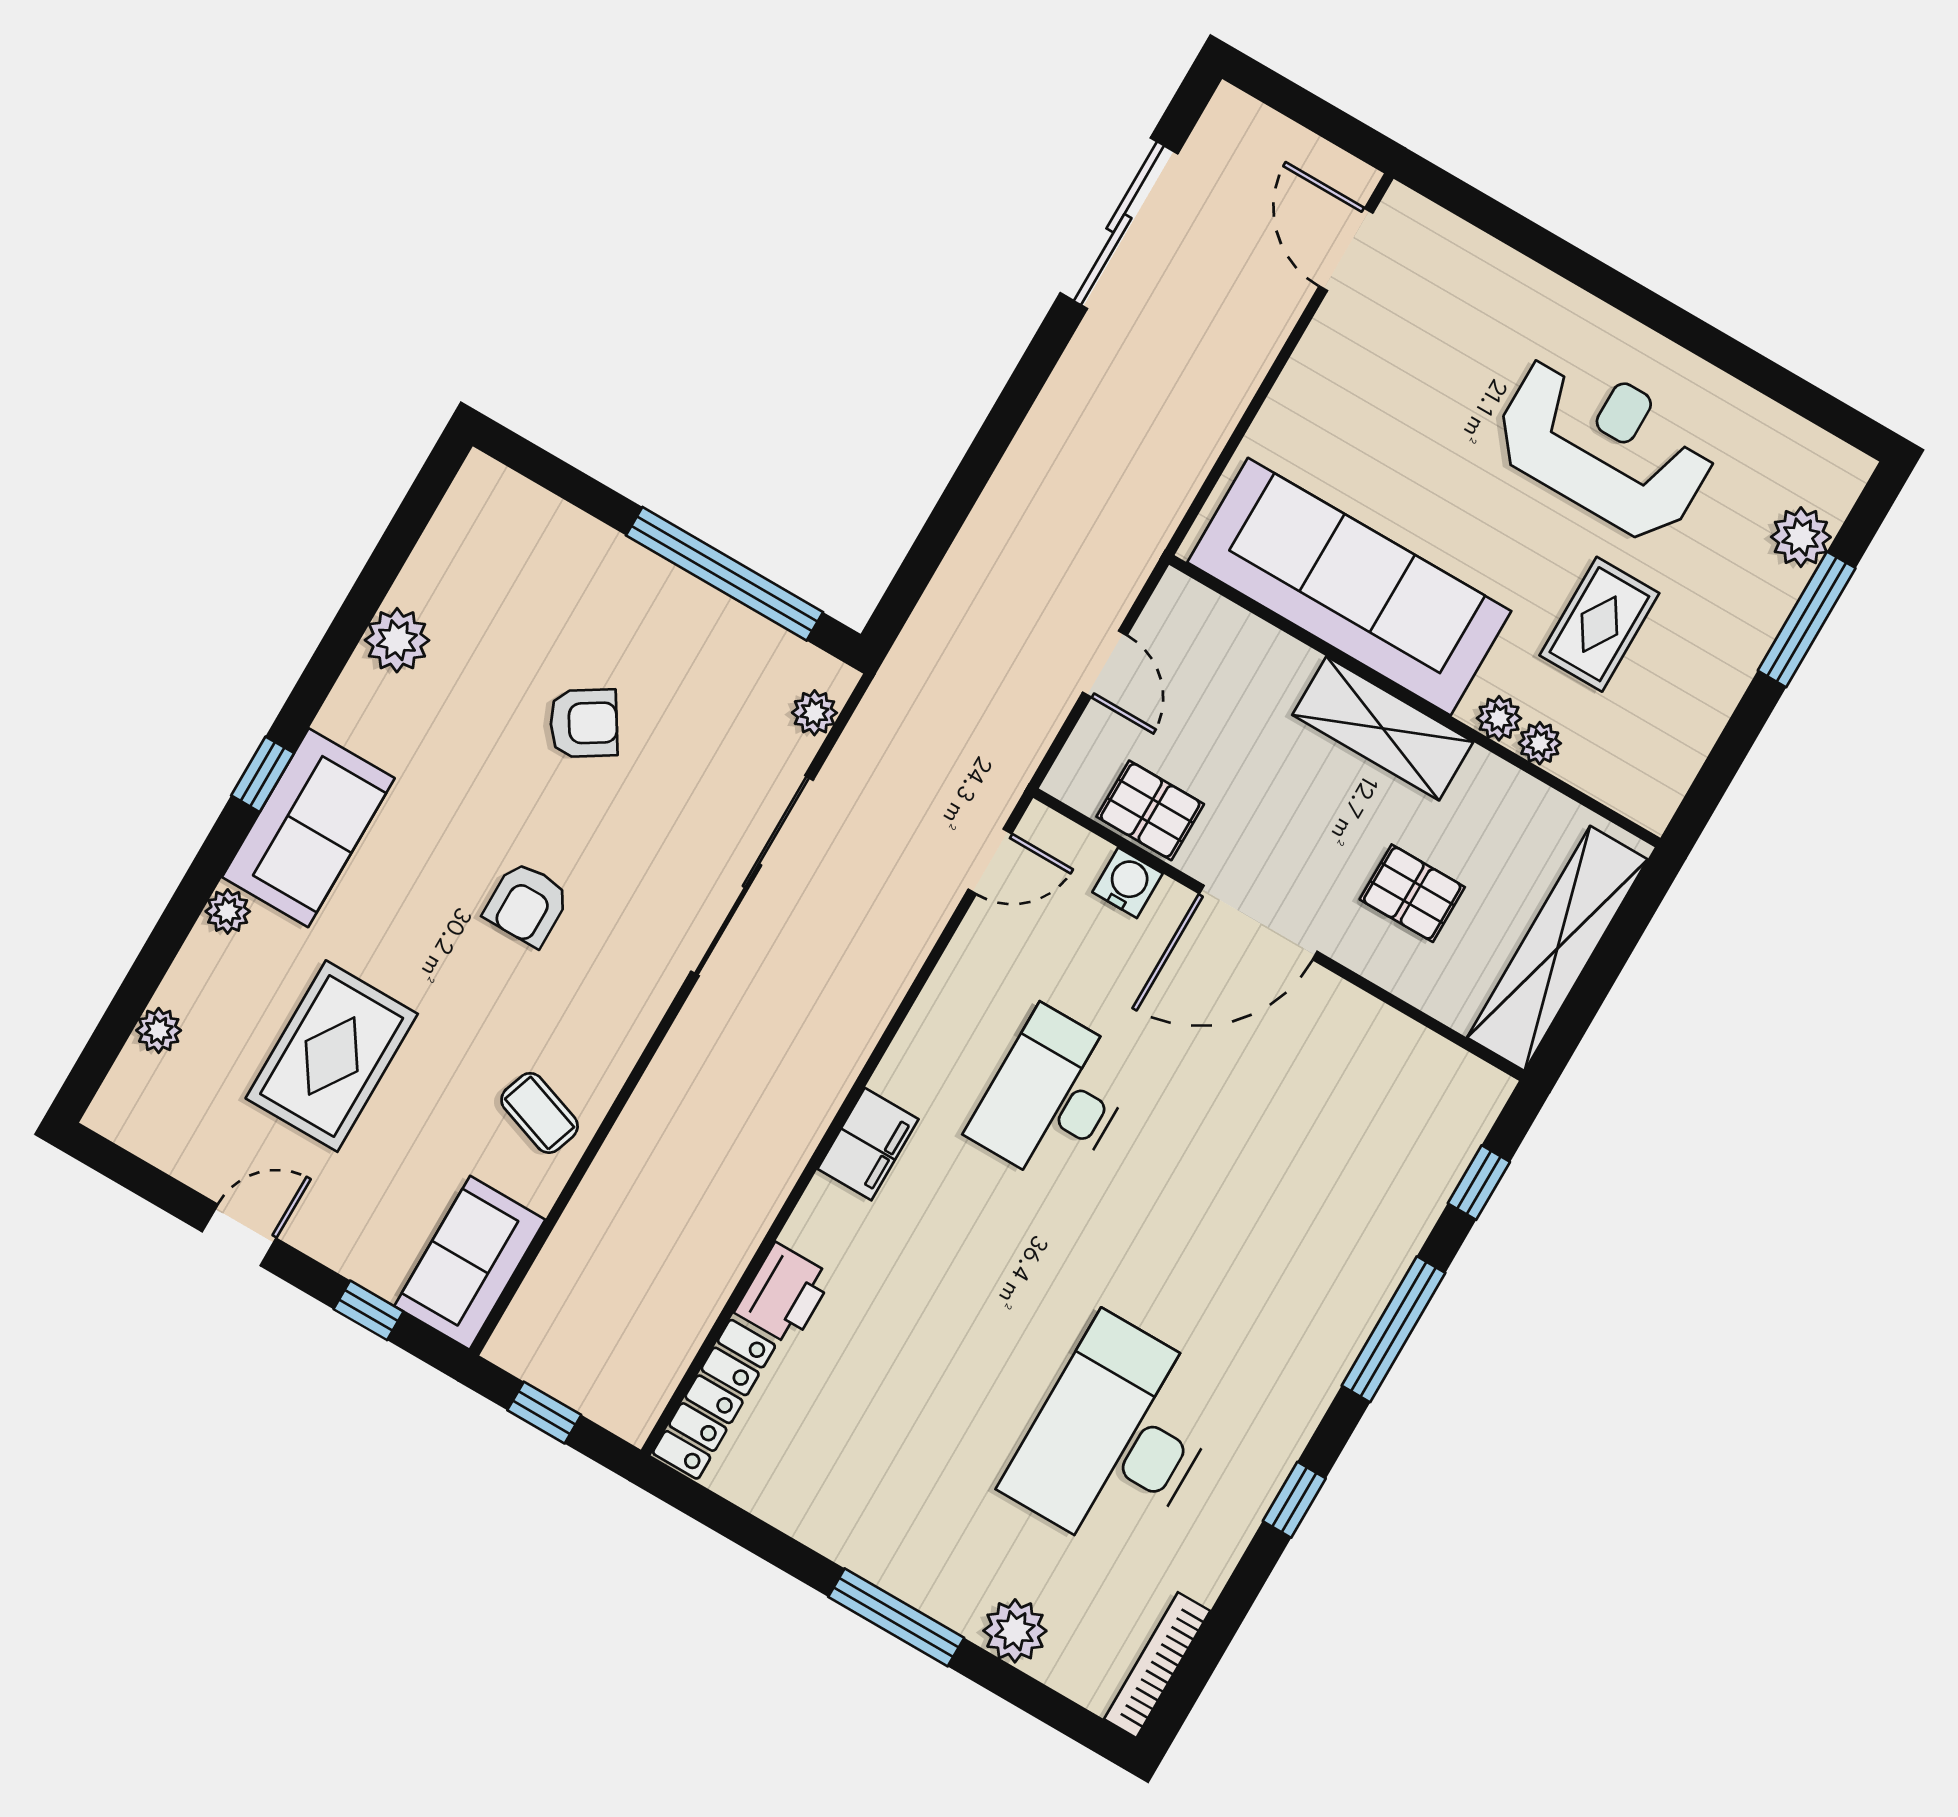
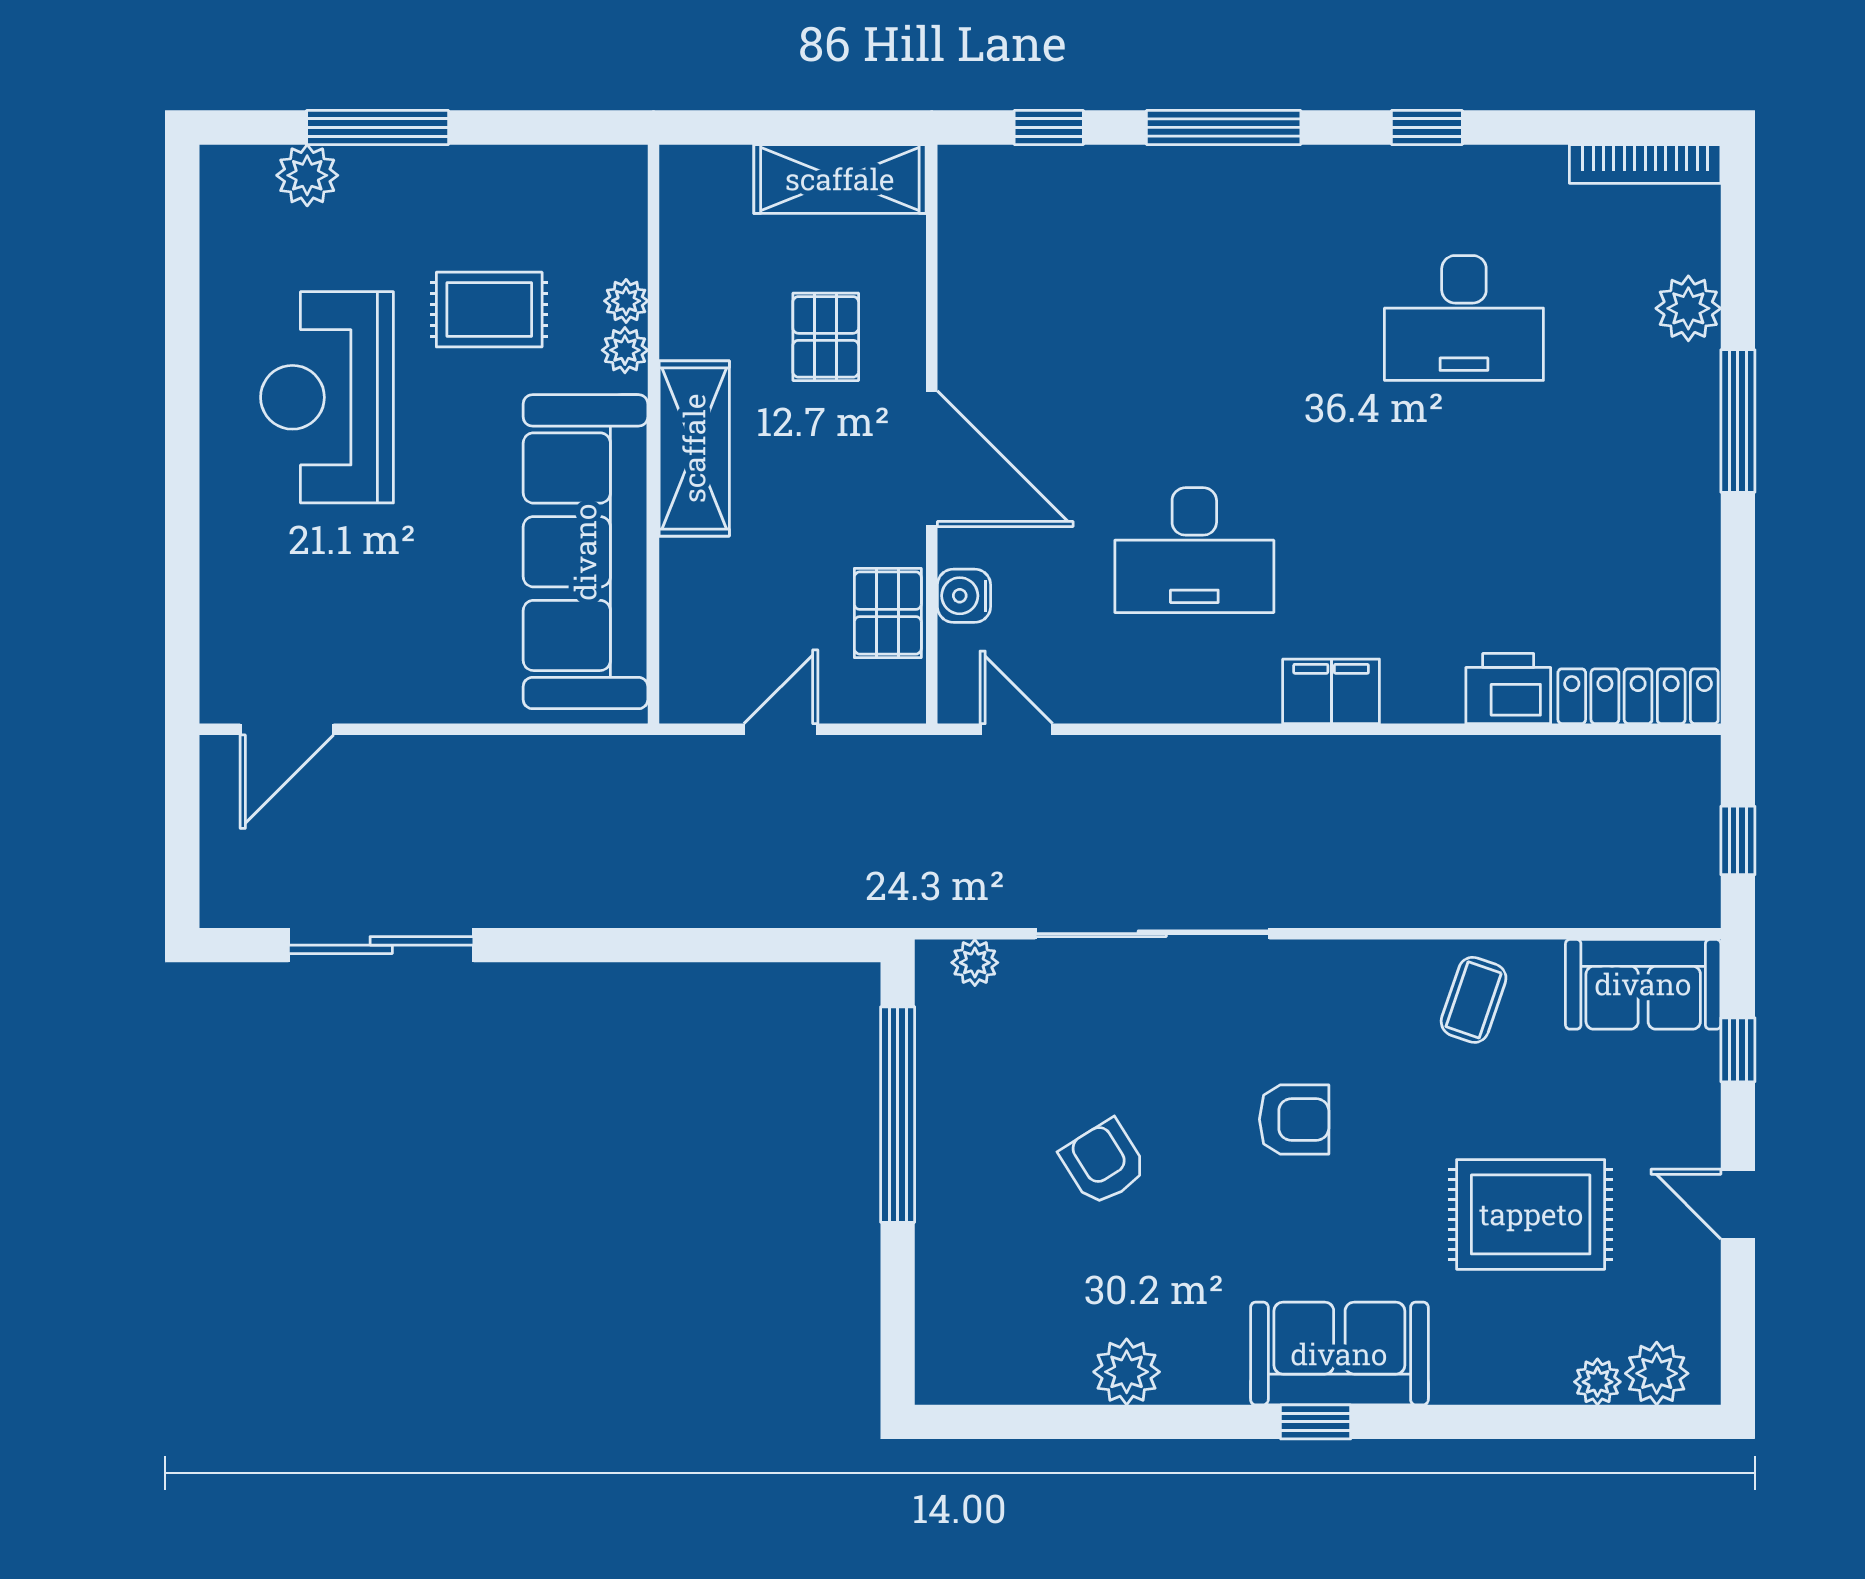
plant: (228, 911) -> (1657, 1373), moved, width x1.38, depth x1.38
shelving: (1557, 948) -> (840, 179), width x0.68
desk: (1116, 1438) -> (1464, 318), width x0.73, depth x0.77

